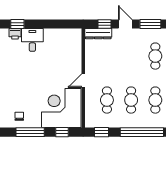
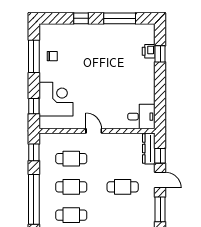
door: (125, 24) -> (160, 180), hinge flipped
desk: (32, 40) -> (141, 117), moved
cafe table: (155, 56) -> (123, 187), moved
corner desk: (61, 108) -> (56, 99), width x0.74, depth x0.74
window: (30, 132) -> (34, 56), moved

